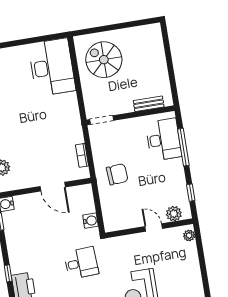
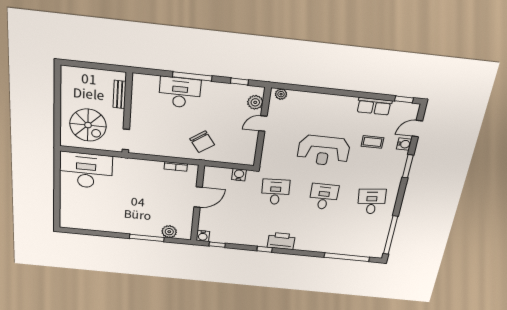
spiral stairs: (104, 60) -> (88, 125), turned -90
bench: (149, 104) -> (120, 94), moved
wall: (131, 115) -> (127, 114), moved
doorway: (102, 120) -> (126, 140), moved
chair: (117, 174) -> (202, 142), turned 148

